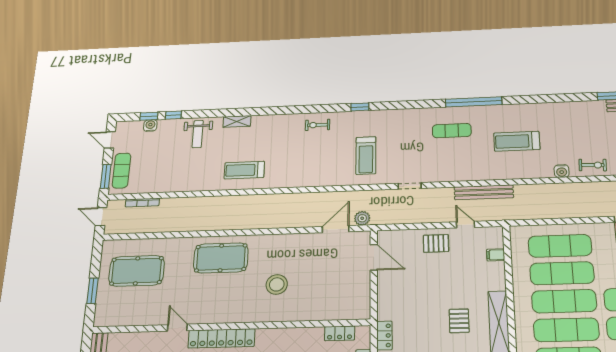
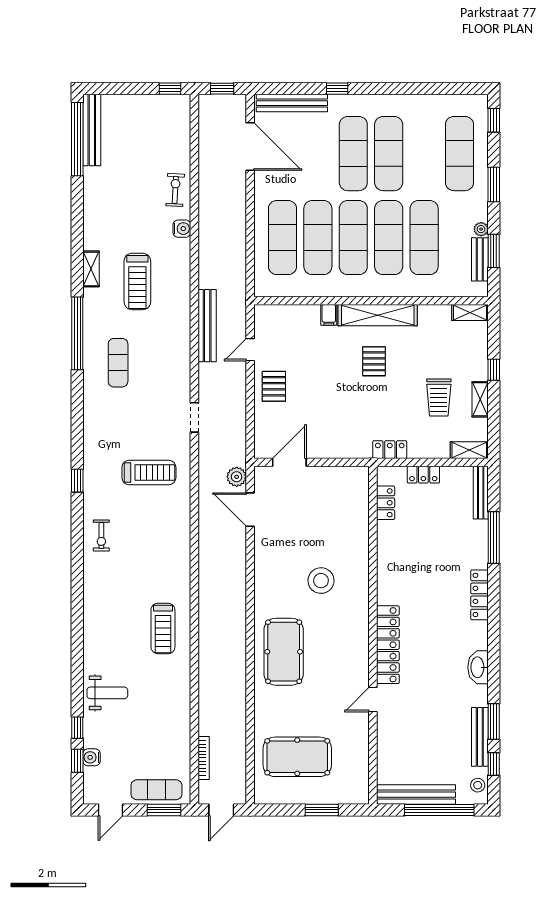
shelving: (237, 121) -> (91, 269), moved
filing cabinet: (496, 255) -> (329, 315), moved
pool table: (137, 271) -> (297, 757), turned 90
pallet: (459, 321) -> (374, 361), turned 90

